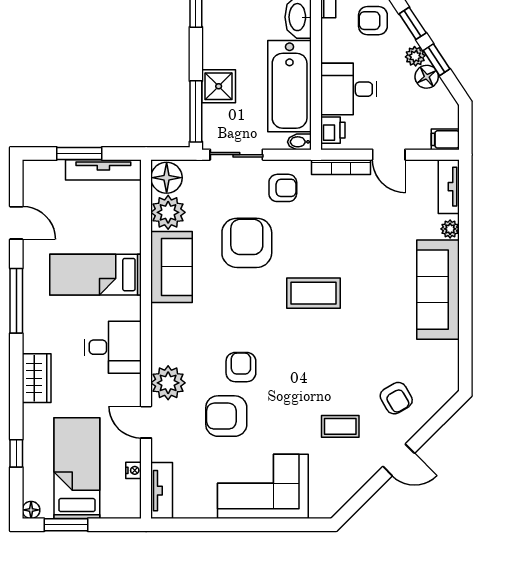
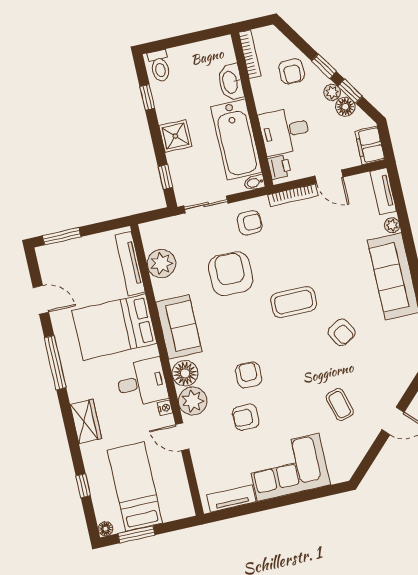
armchair: (373, 21) -> (292, 71), turned -90
shower: (219, 86) -> (175, 136), moved
window: (196, 111) -> (165, 177), width x0.46
filing cabinet: (445, 139) -> (370, 145), width x2.00
window: (79, 153) -> (62, 236), moved
tv unit: (103, 170) -> (130, 264), moved, turned 90
floor lamp: (167, 178) -> (185, 373), moved
sofa: (172, 267) -> (179, 327), moved
bed: (96, 275) -> (114, 327), width x1.50
armchair: (396, 398) -> (342, 332), moved
armchair: (226, 416) -> (246, 417), width x0.72, depth x0.72
coffee table: (340, 426) -> (340, 405), turned 75
nightstand: (134, 470) -> (165, 408), moved
tv unit: (162, 491) -> (231, 498), moved, turned -90

